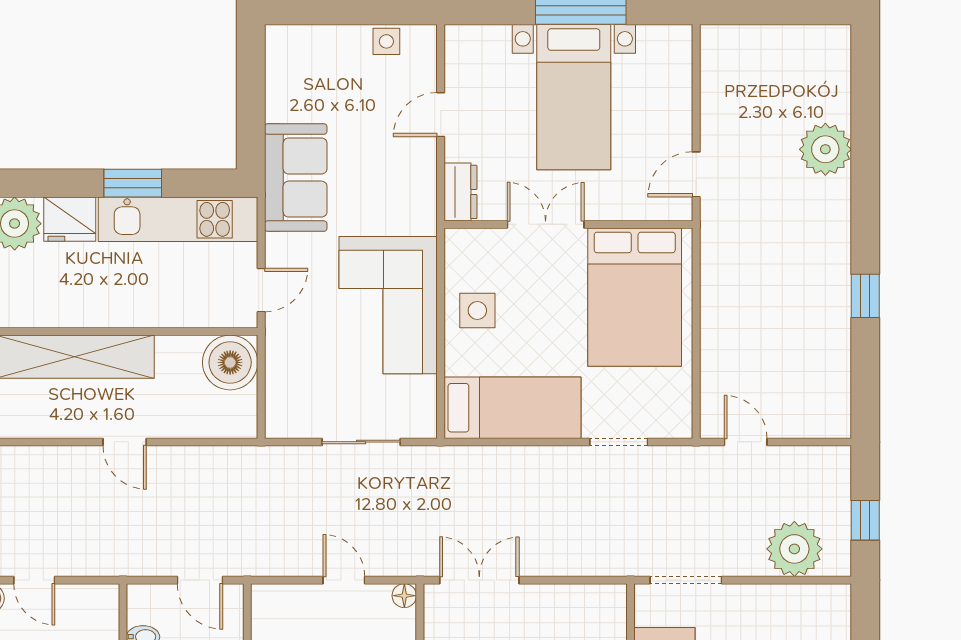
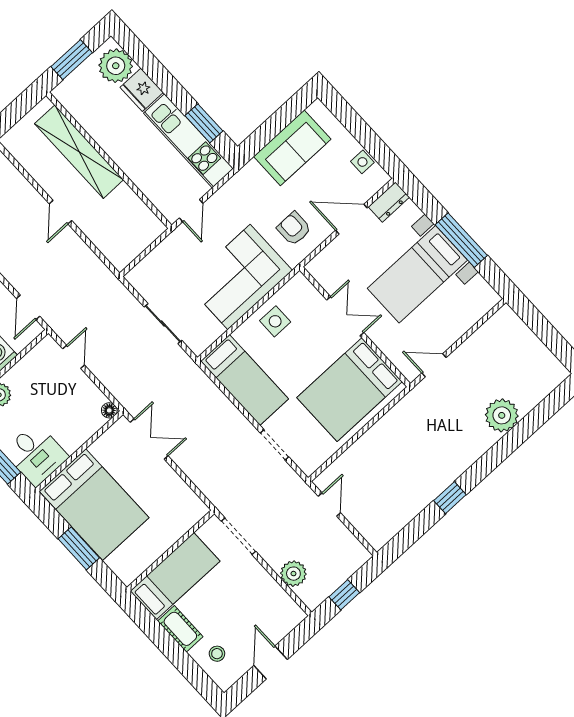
door: (441, 115) -> (351, 219), width x1.37
sofa: (296, 178) -> (292, 148), moved
window: (133, 183) -> (204, 123), moved
armchair: (390, 191) -> (294, 229), added
dresser: (460, 192) -> (389, 202), moved
door: (261, 290) -> (191, 211), hinge flipped
boiler: (230, 362) -> (144, 227), removed
plant: (794, 549) -> (293, 574), width x0.73, depth x0.73
door: (344, 580) -> (74, 357), moved

